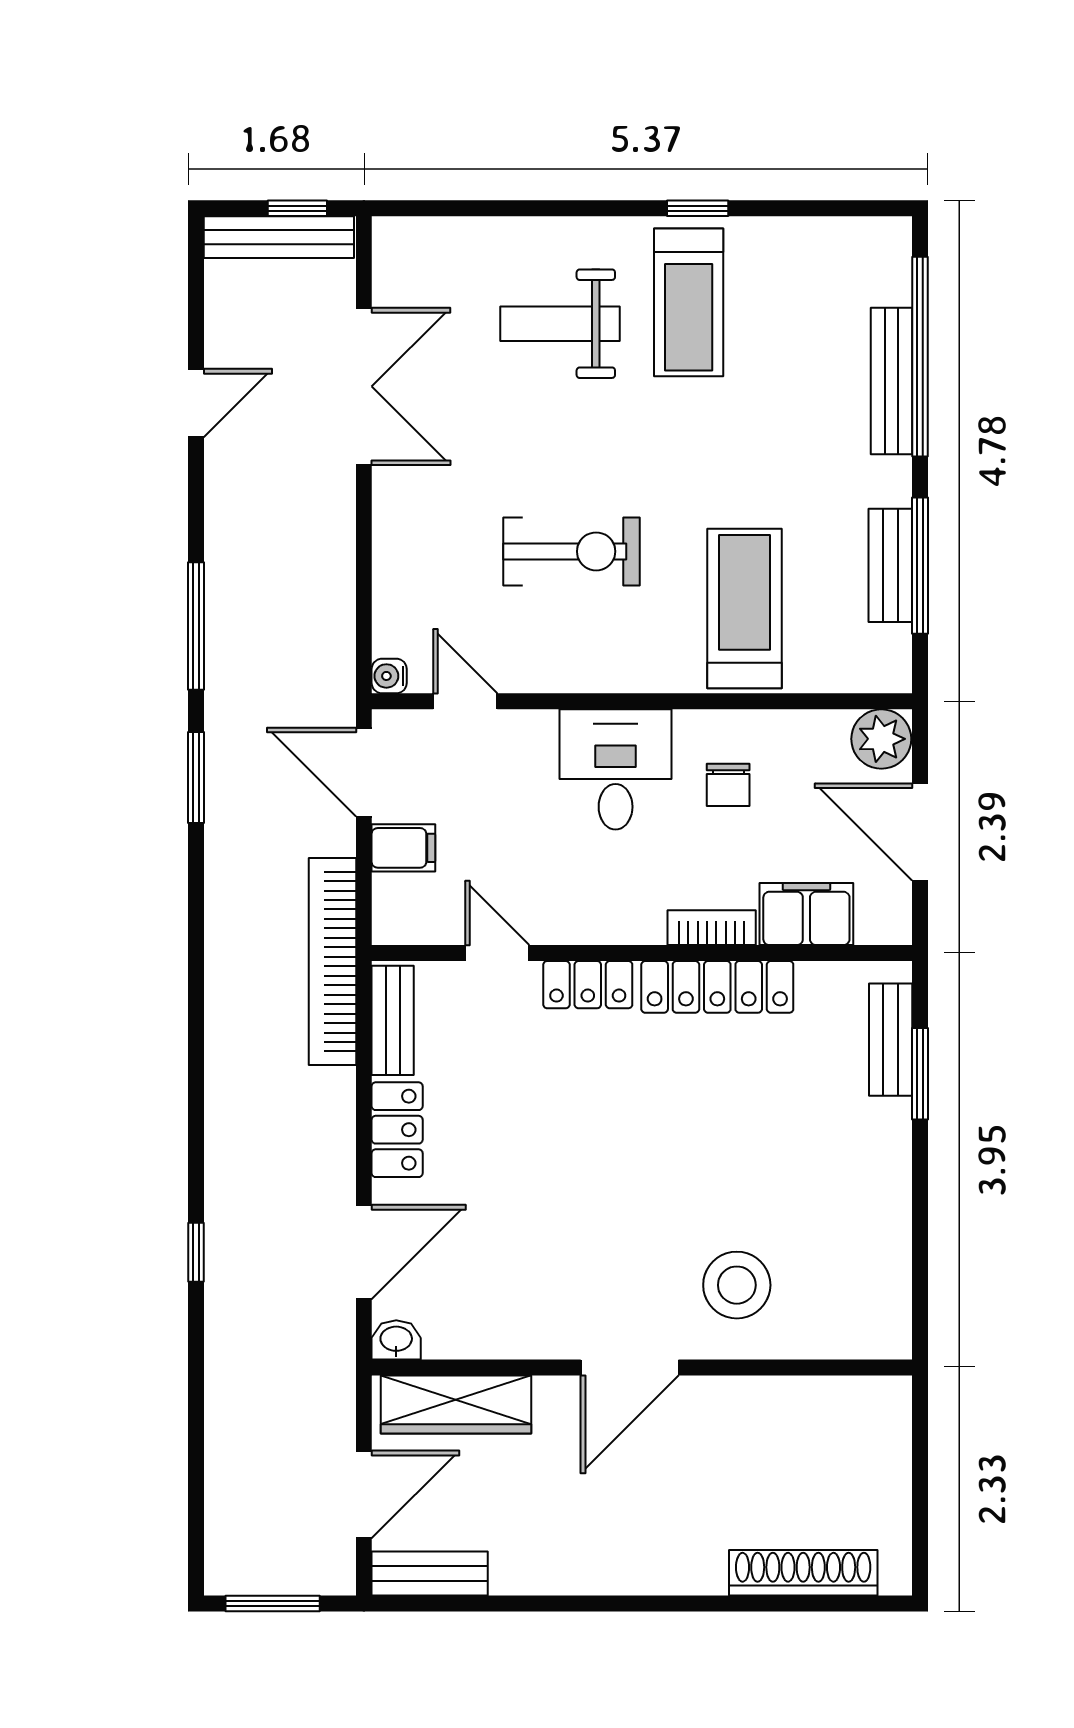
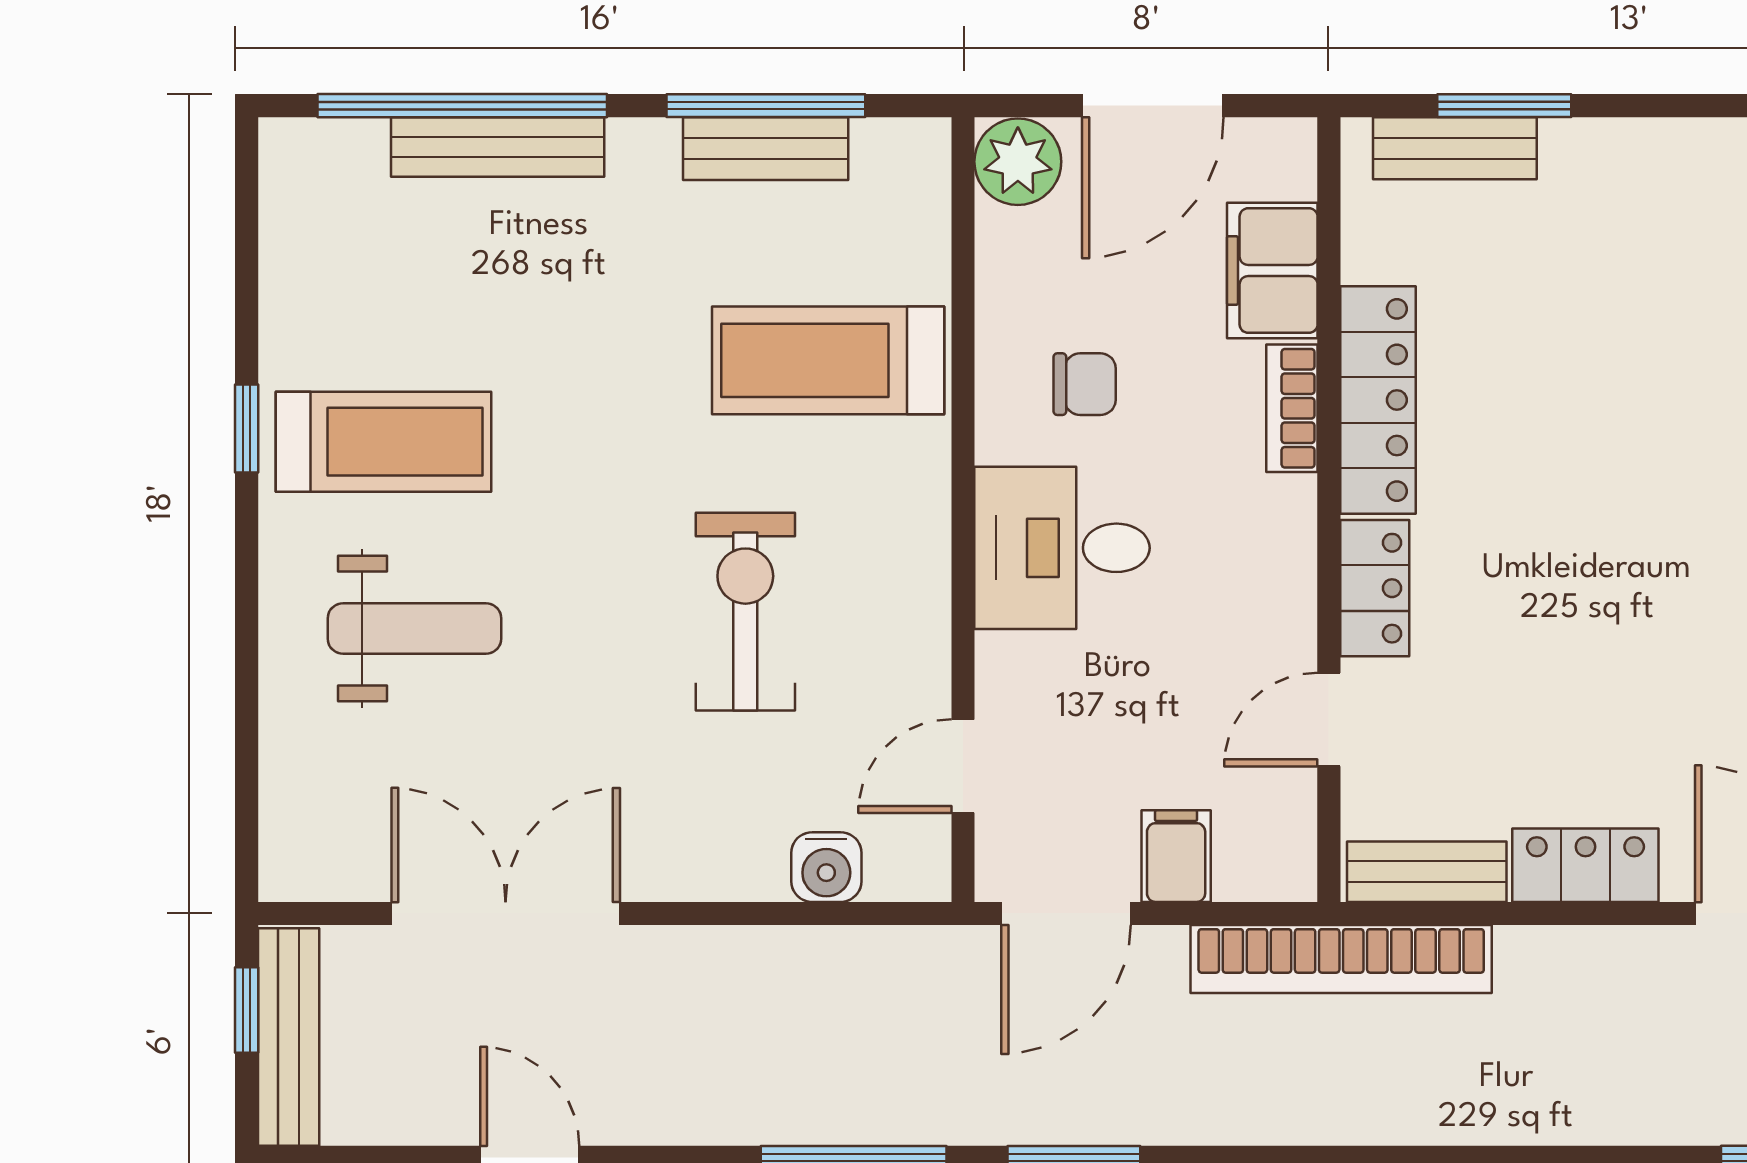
weight bench: (560, 324) -> (414, 629), turned -90
water cooler: (389, 676) -> (826, 867), moved, width x1.38, depth x1.38

